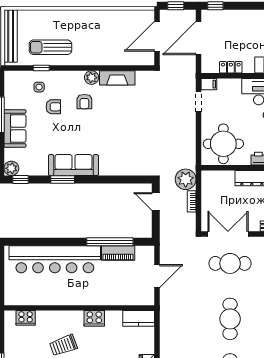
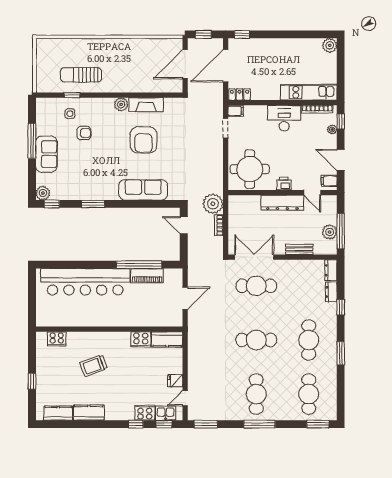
bench: (11, 36) -> (42, 64), removed
locker: (231, 67) -> (239, 94), moved
armchair: (84, 102) -> (143, 140), moved, width x1.88, depth x1.88
sofa: (73, 165) -> (143, 190), moved
cooker: (94, 318) -> (141, 339), moved
cafe table: (230, 319) -> (256, 340), turned 90

